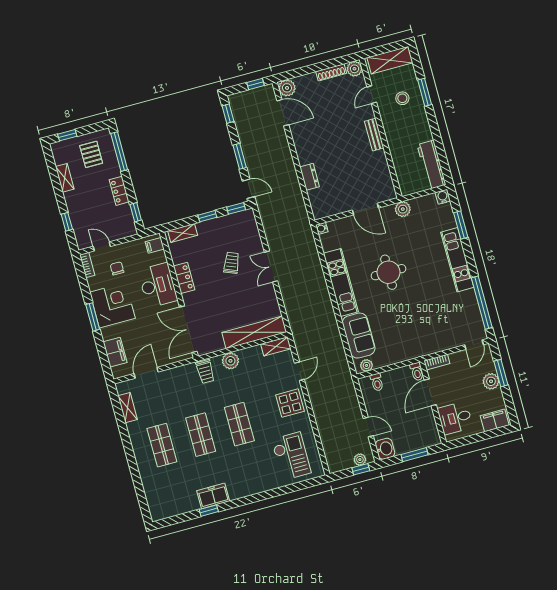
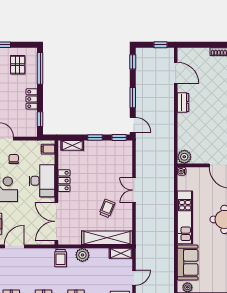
plant: (287, 88) -> (184, 157), moved
dresser: (310, 177) -> (183, 102), moved
trolley: (231, 263) -> (107, 208), moved

